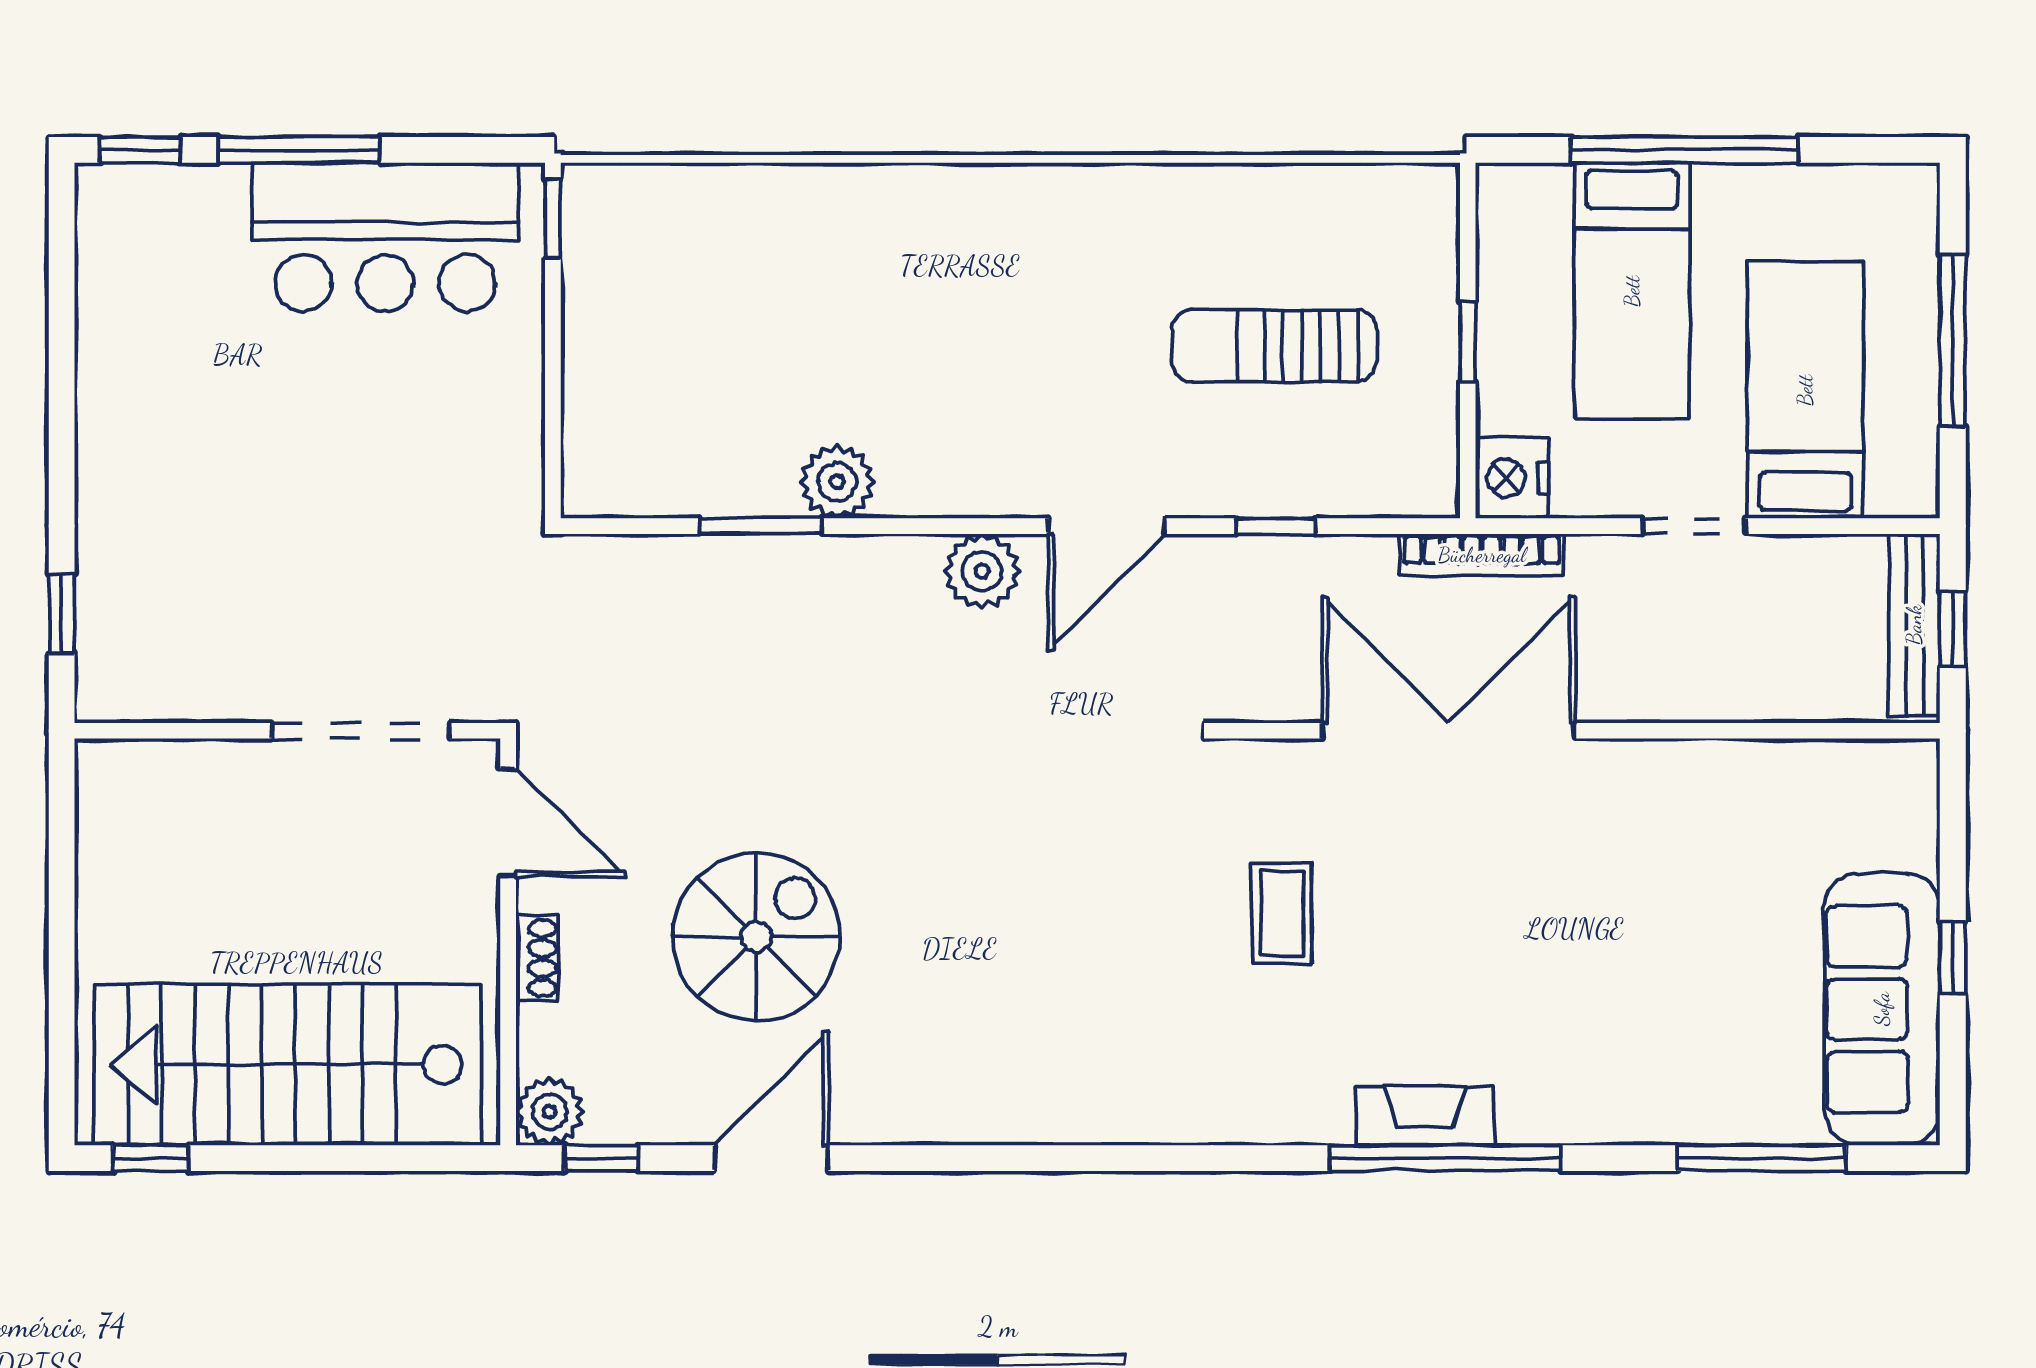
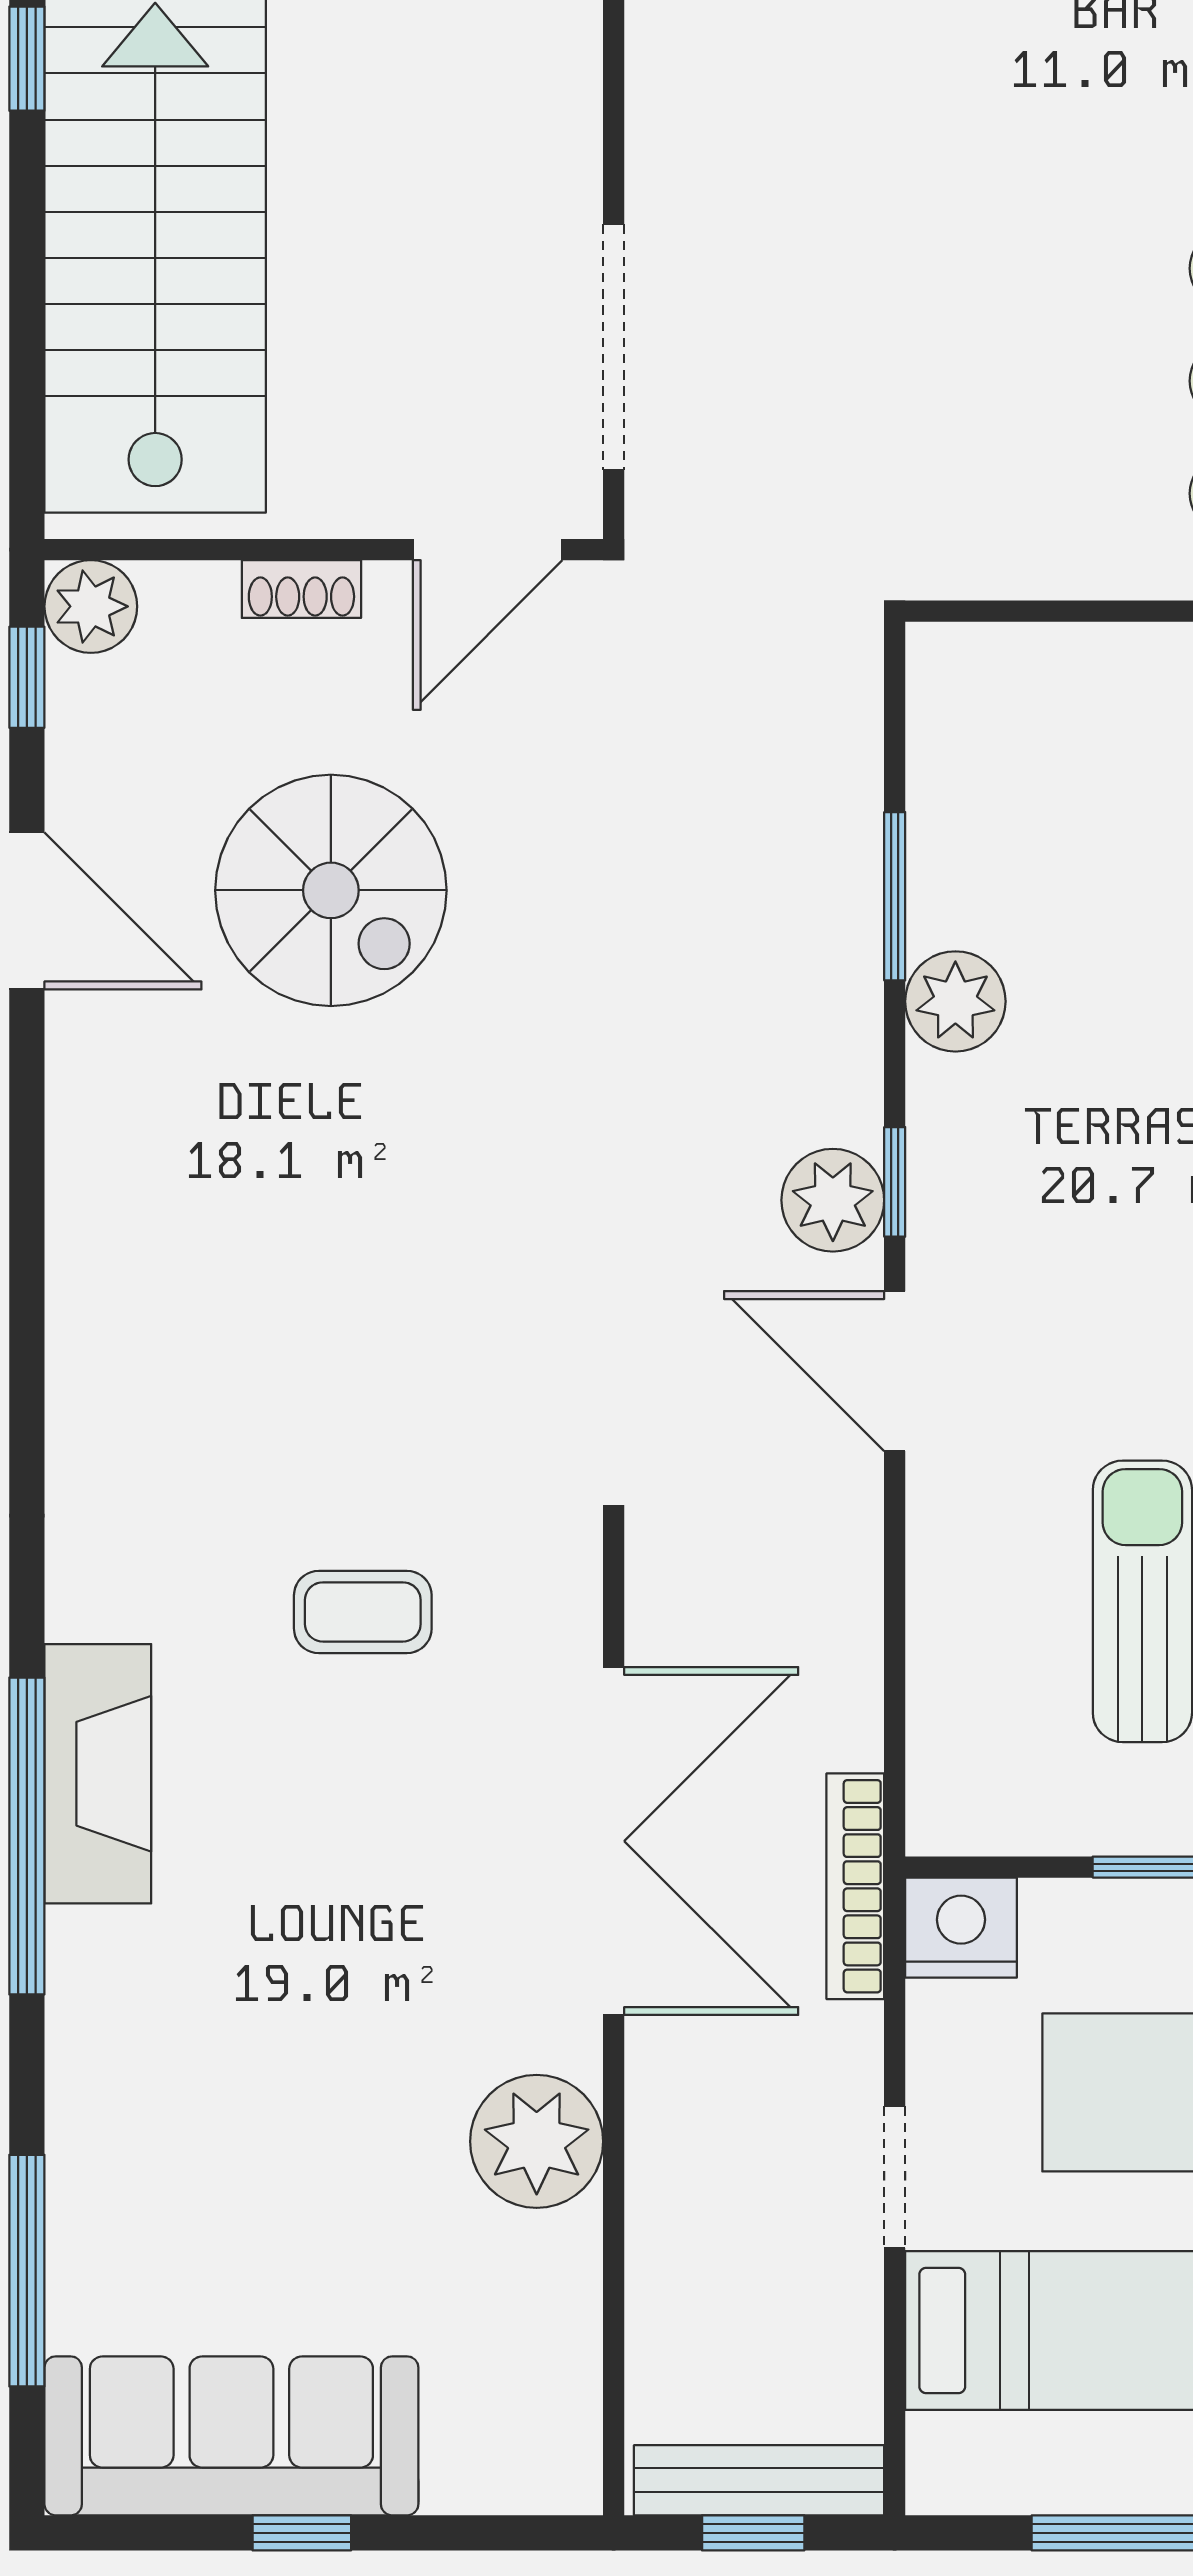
window: (1276, 526) -> (895, 1182), moved
plant: (1668, 787) -> (537, 2141), added
fireplace: (1425, 1116) -> (98, 1774), width x1.37, depth x1.32

